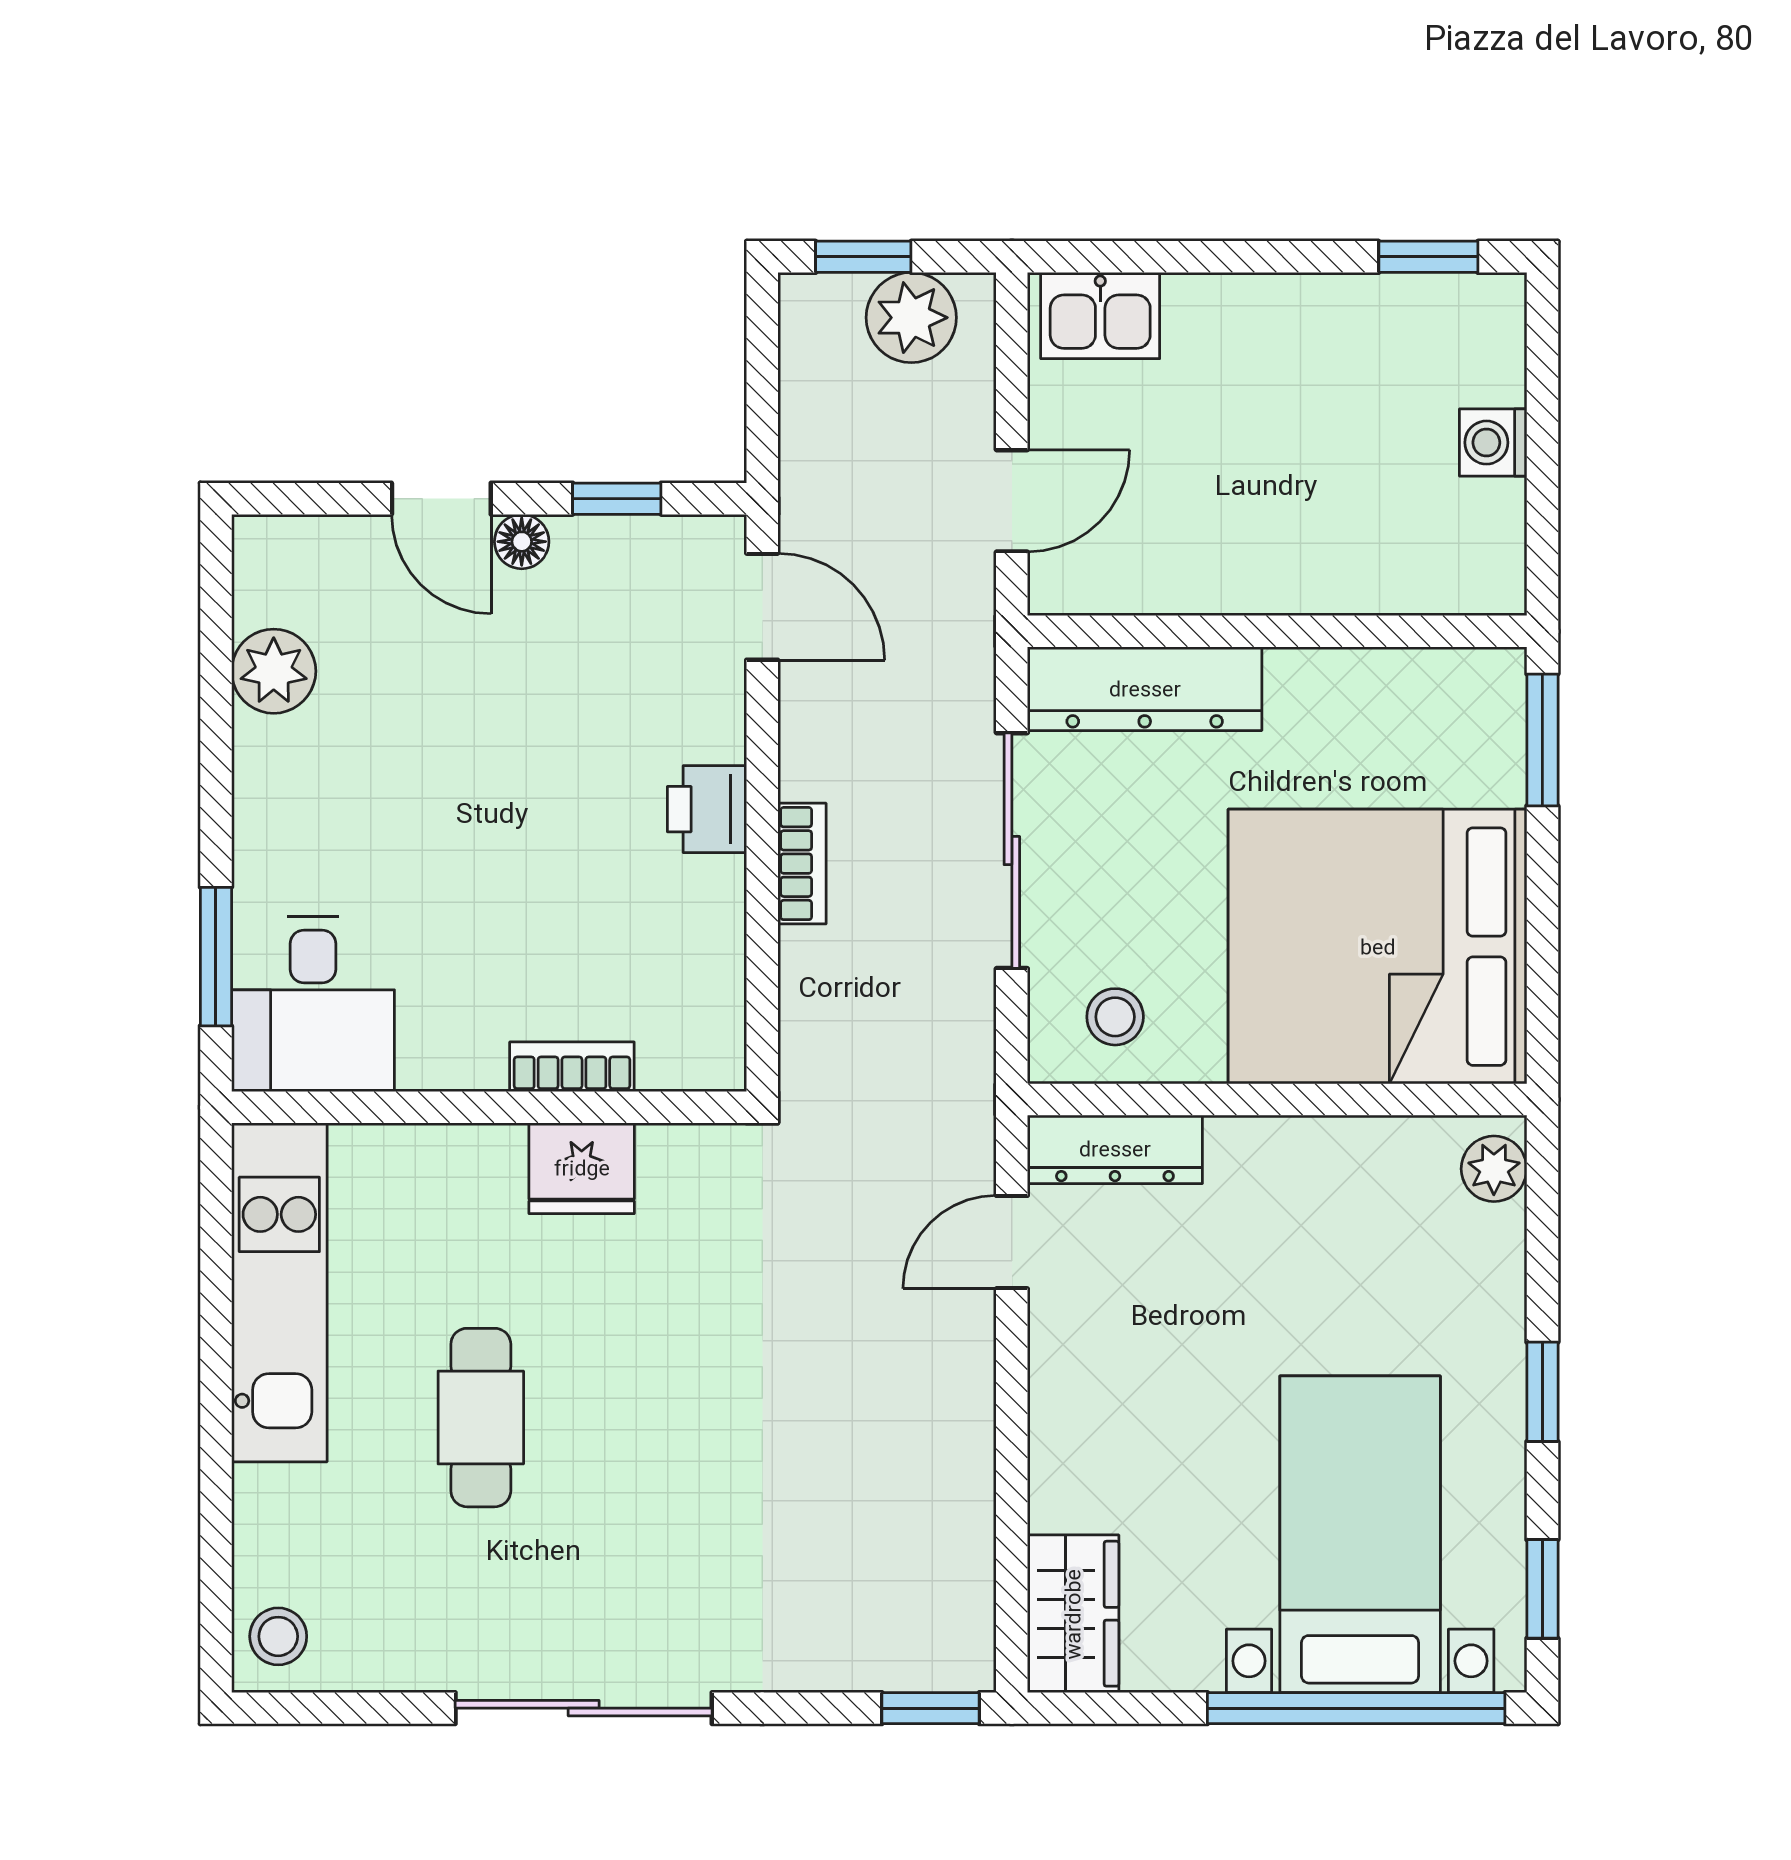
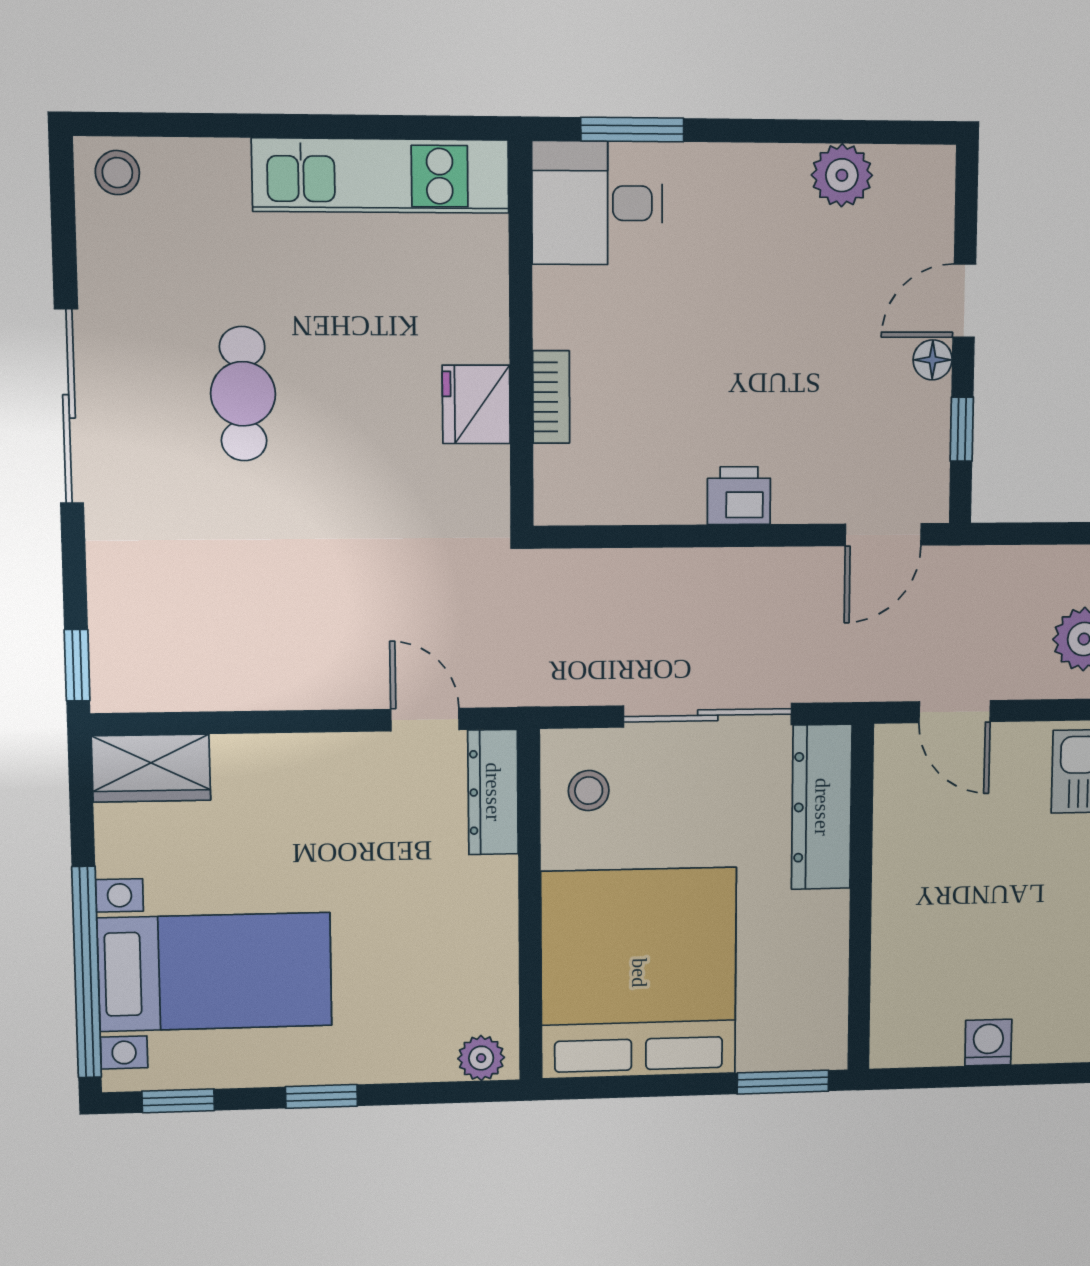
bookcase: (802, 864) -> (699, 565), removed
cafe table: (481, 1418) -> (243, 394), moved, turned 90

